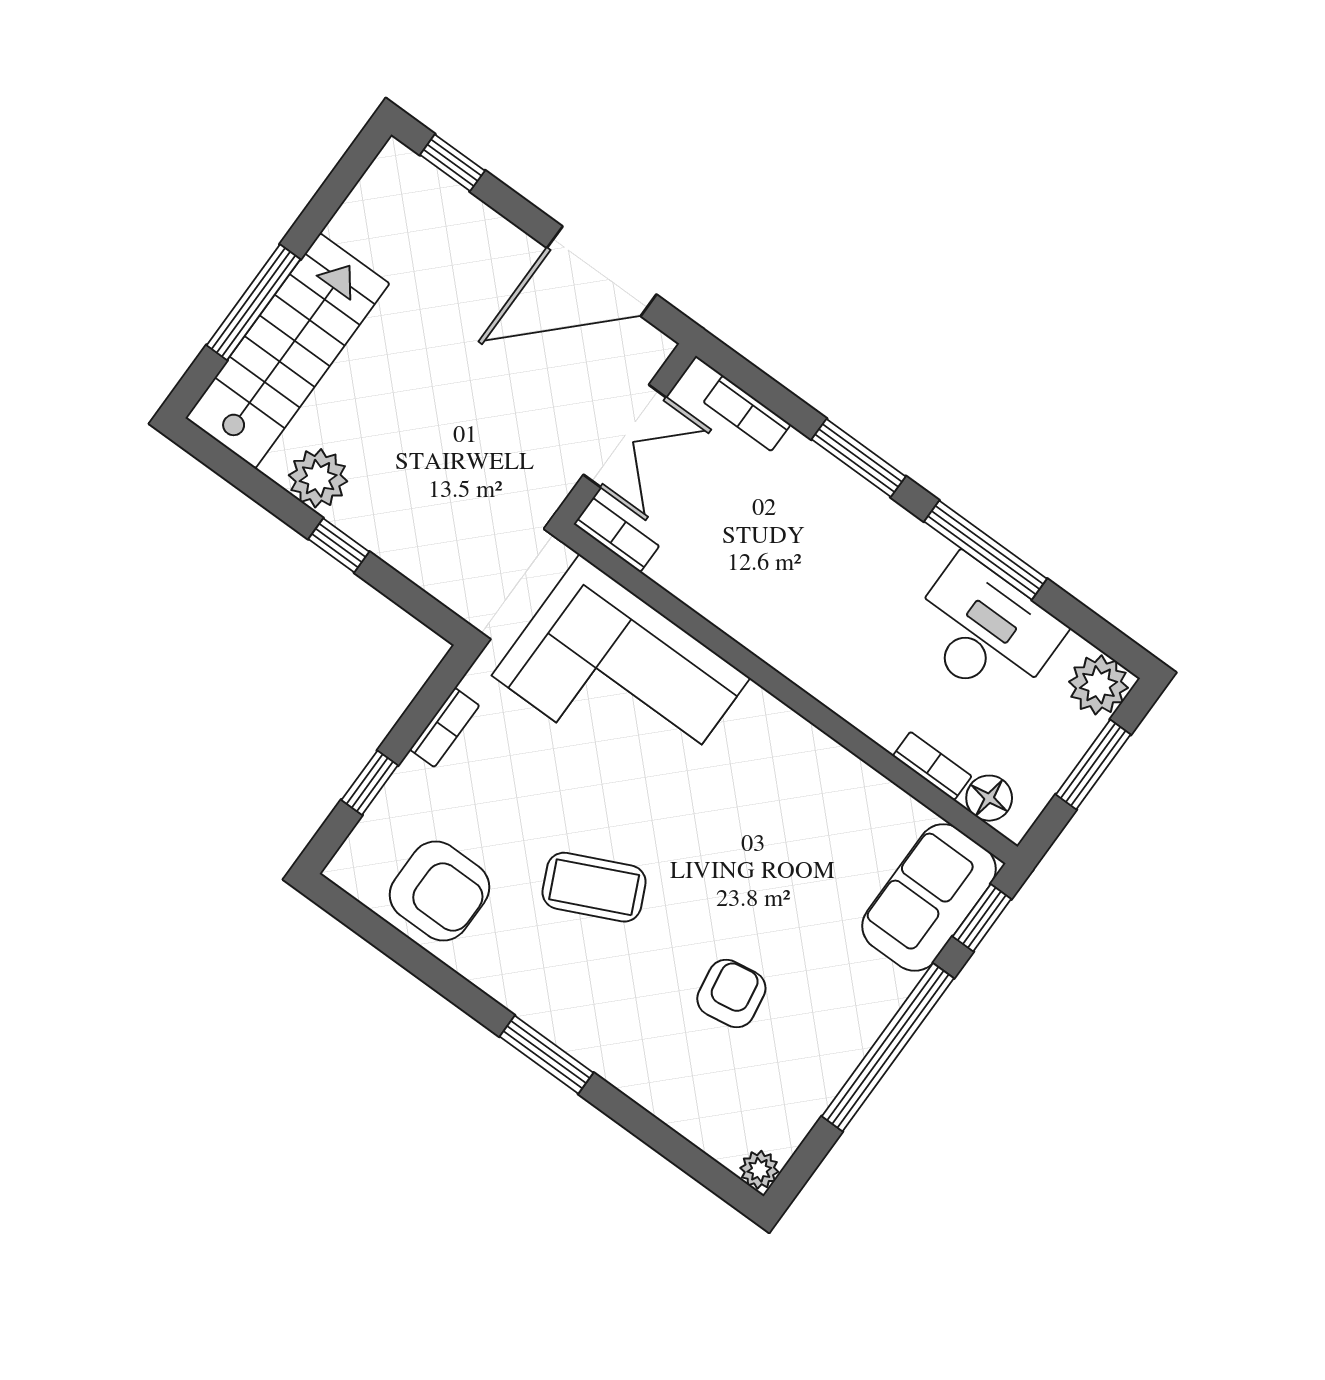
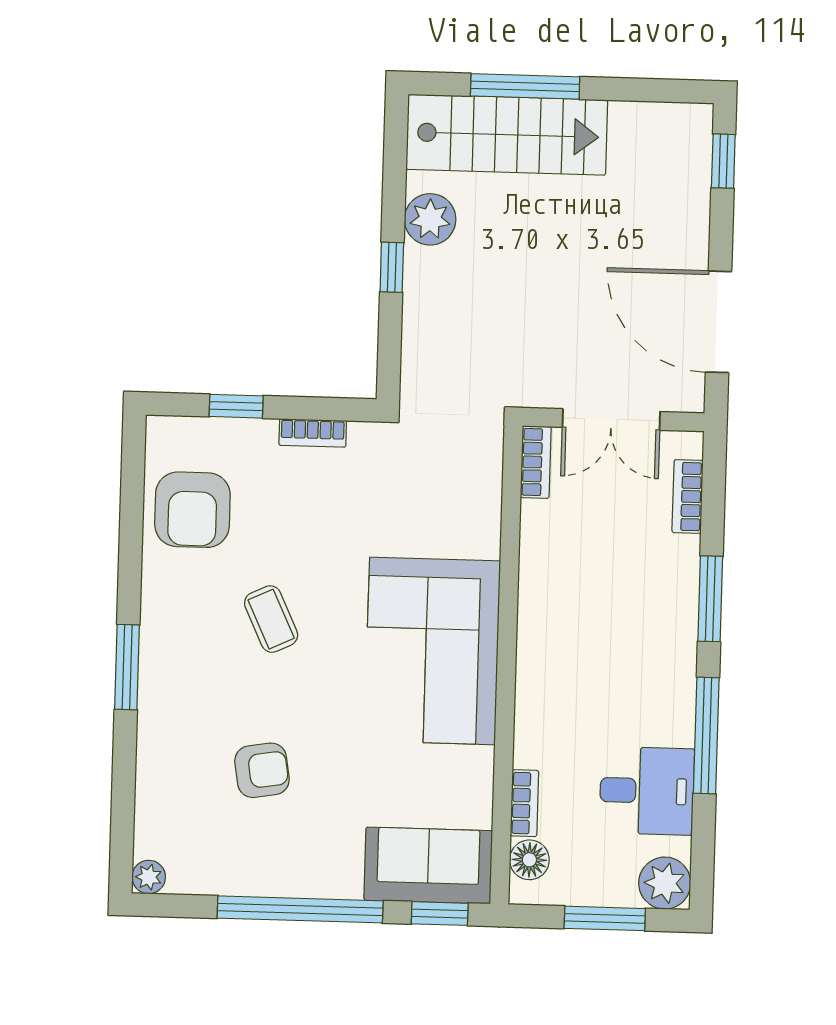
desk: (985, 631) -> (647, 791), width x0.73
corner sofa: (621, 677) -> (432, 651), moved
coffee table: (594, 887) -> (271, 619), width x0.73, depth x0.77

